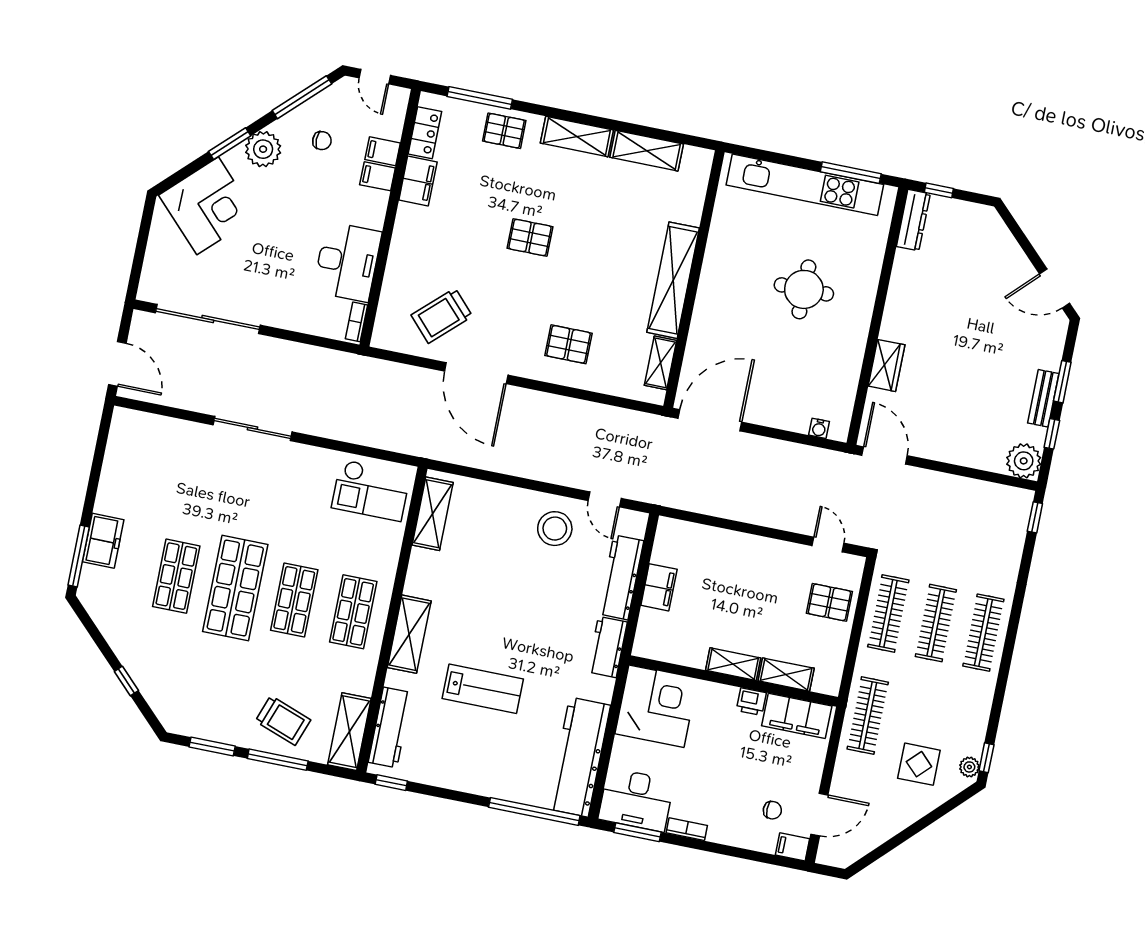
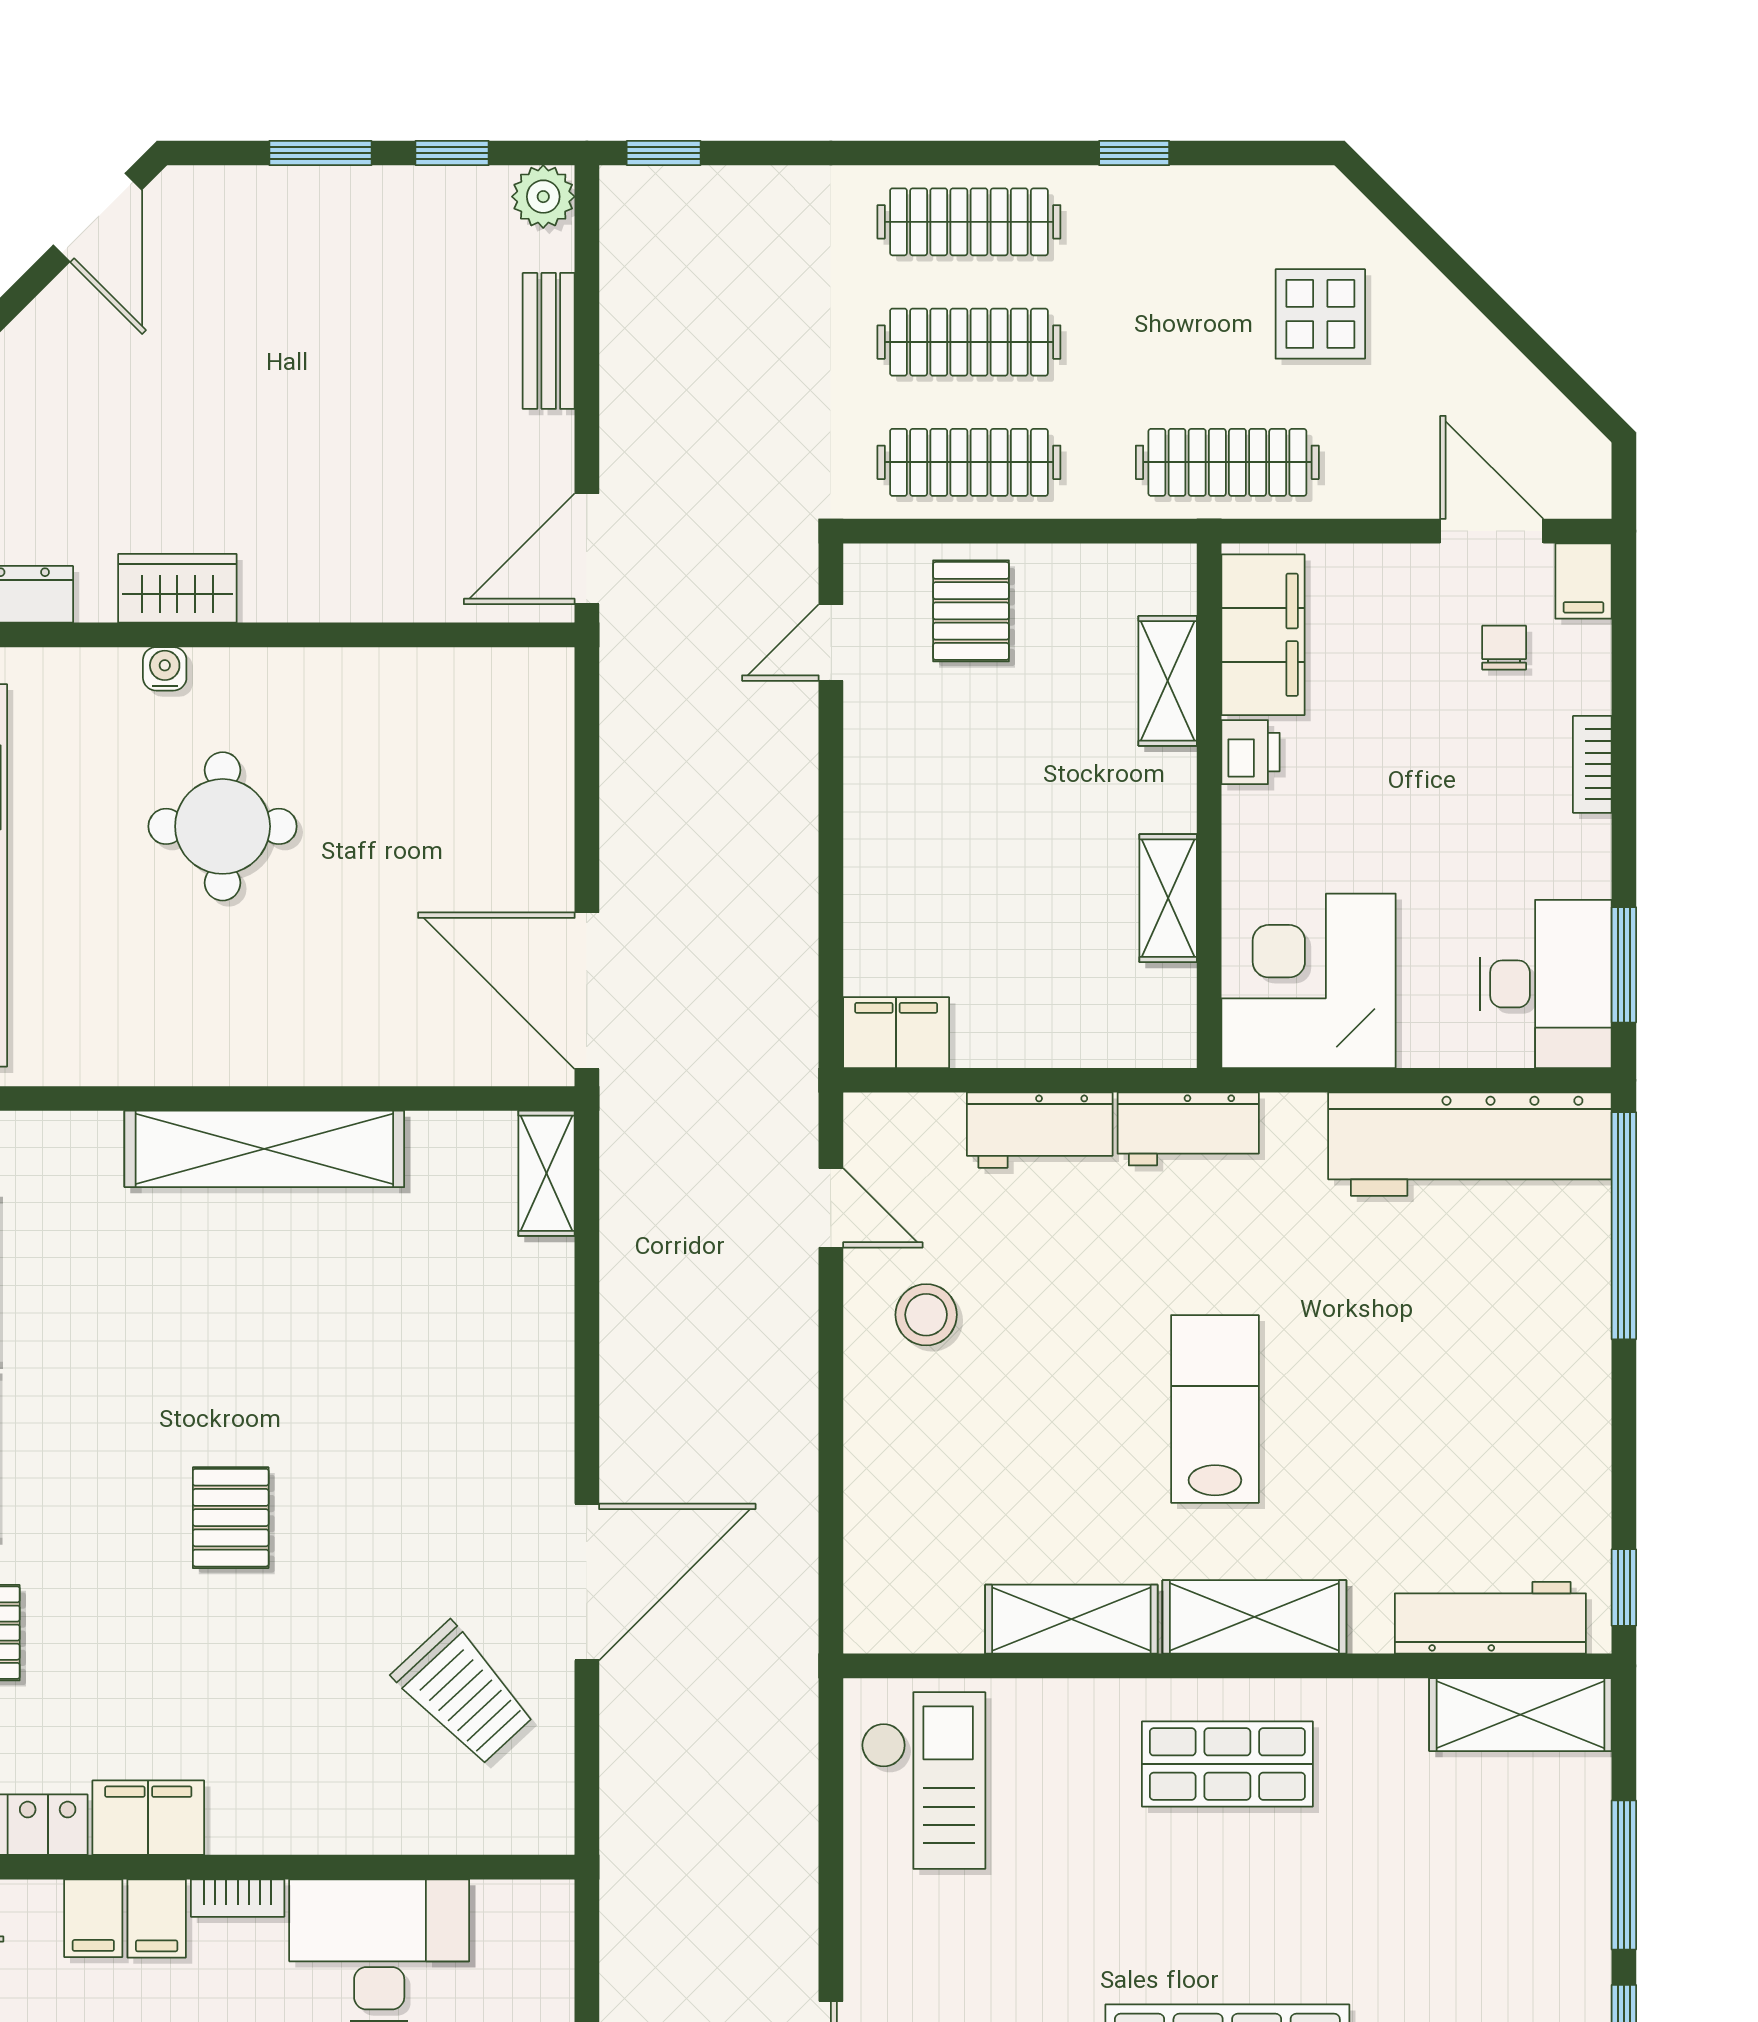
bookcase: (357, 322) -> (238, 1898), moved
pallet: (568, 344) -> (471, 1372), removed
shelving: (661, 363) -> (546, 1173), moved, turned 90
wardrobe: (886, 365) -> (177, 588), moved
bench: (1043, 398) -> (549, 341), moved, turned 90
water cooler: (819, 428) -> (165, 669), moved, turned -90
plant: (1024, 461) -> (543, 197), width x0.73, depth x0.73
door: (605, 499) -> (831, 1208), hinge flipped
shelving: (433, 514) -> (1071, 1619), moved
stool: (555, 529) -> (926, 1315), width x0.73, depth x0.73
workbench: (621, 577) -> (1040, 1130), width x0.73
filing cabinet: (659, 587) -> (896, 1033), moved
shop shelf: (294, 600) -> (1227, 1913), removed
shelving: (733, 664) -> (1168, 898), moved
lab bench: (483, 689) -> (1215, 1409), moved
trolley: (283, 720) -> (1526, 1882), removed
window: (986, 758) -> (1134, 153), moved
plant: (969, 767) -> (1303, 190), removed
bookcase: (687, 829) -> (1592, 764), moved

